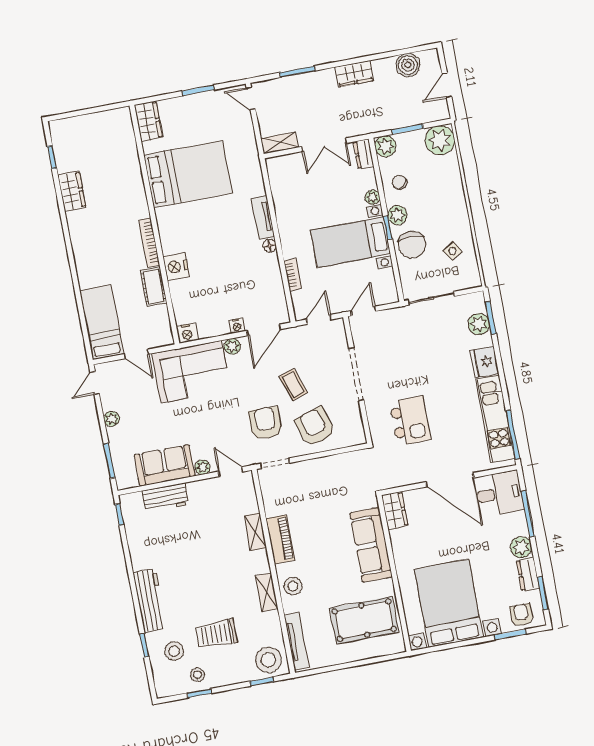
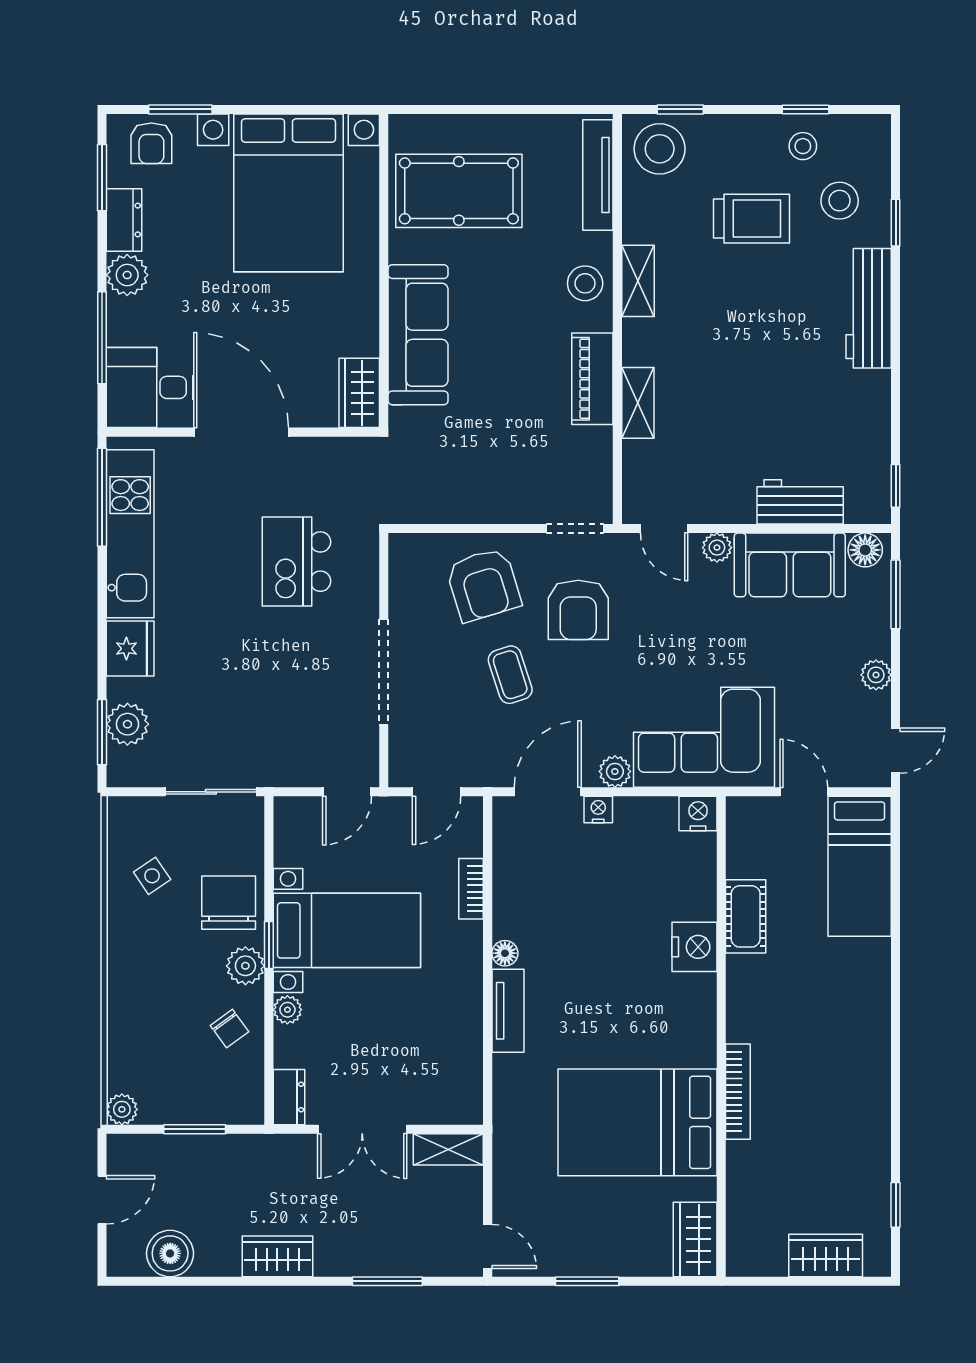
plant: (440, 140) -> (122, 1109), width x0.53, depth x0.53
double door: (324, 145) -> (362, 1129), swing flipped
plant: (385, 146) -> (244, 1104), removed
wardrobe: (72, 191) -> (826, 1255), moved, turned 90
bookcase: (149, 242) -> (738, 1092), moved
floor lamp: (129, 480) -> (865, 550), added

